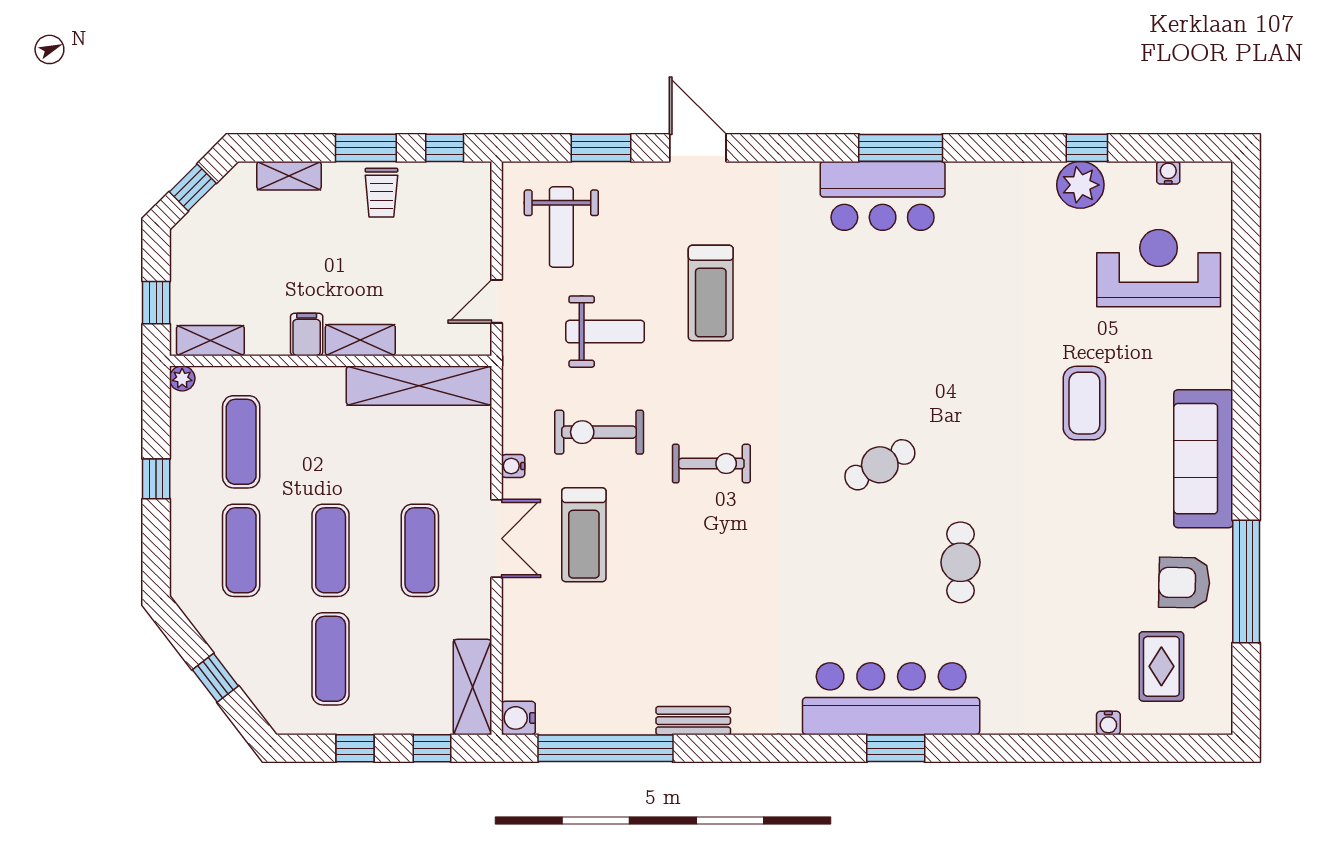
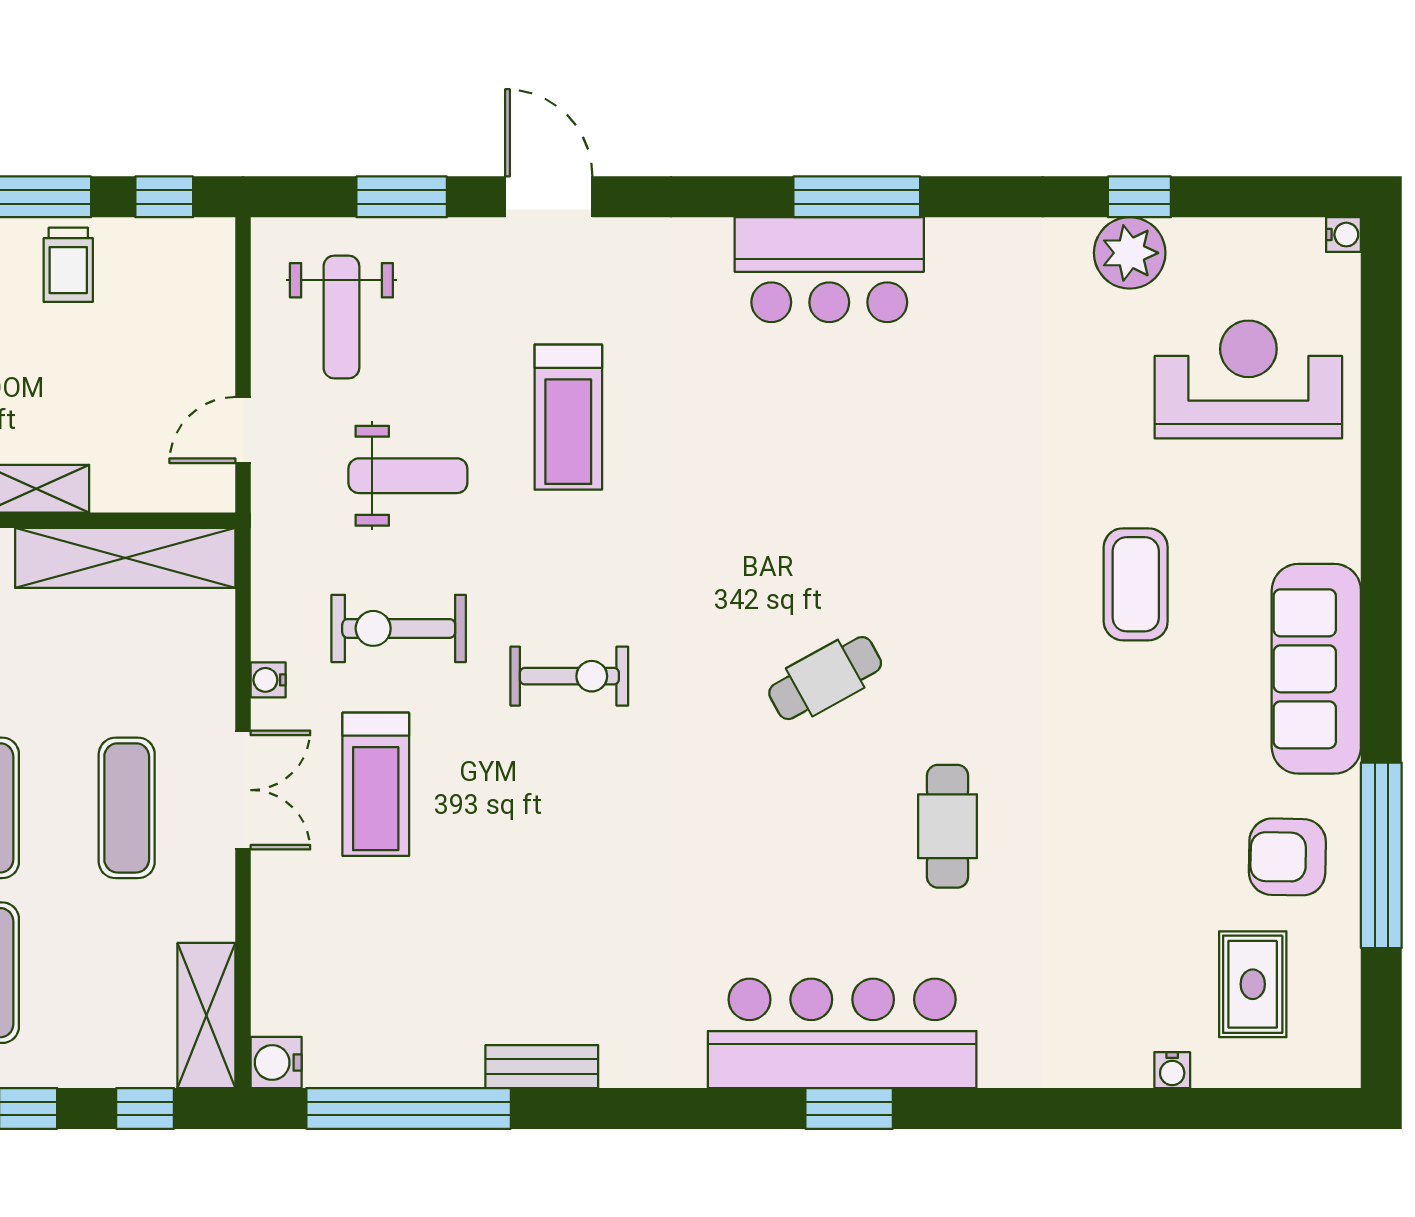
water cooler: (1168, 173) -> (1344, 235), moved, turned 90

